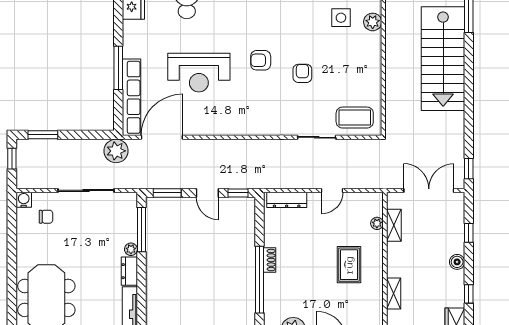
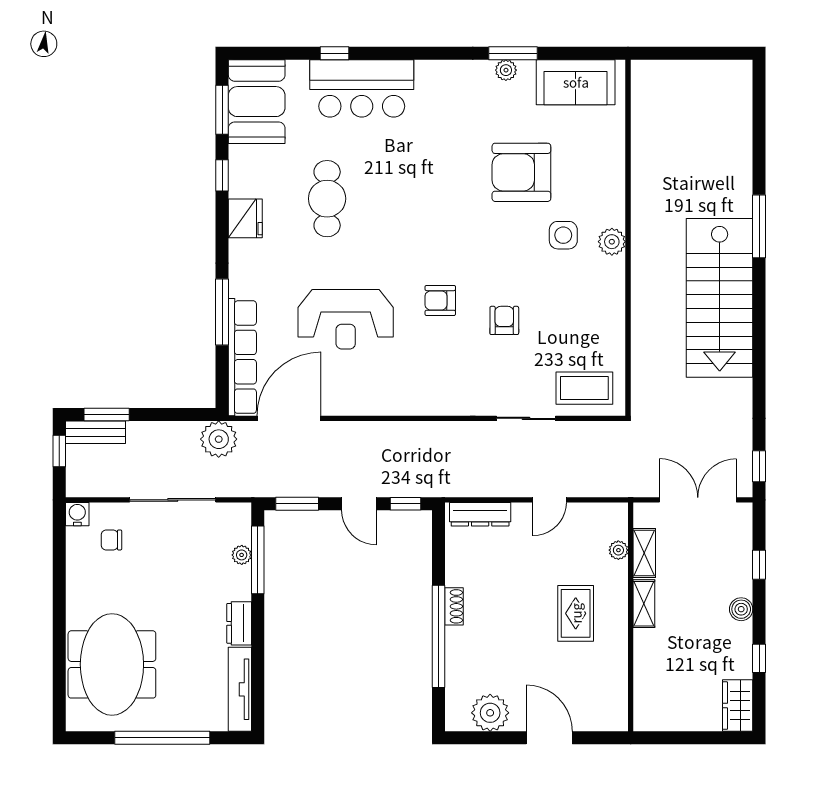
bench: (36, 146) -> (95, 432), added
chair: (46, 217) -> (111, 540), turned 180
plant: (131, 249) -> (242, 555), moved
shelving: (394, 293) -> (644, 604), moved

